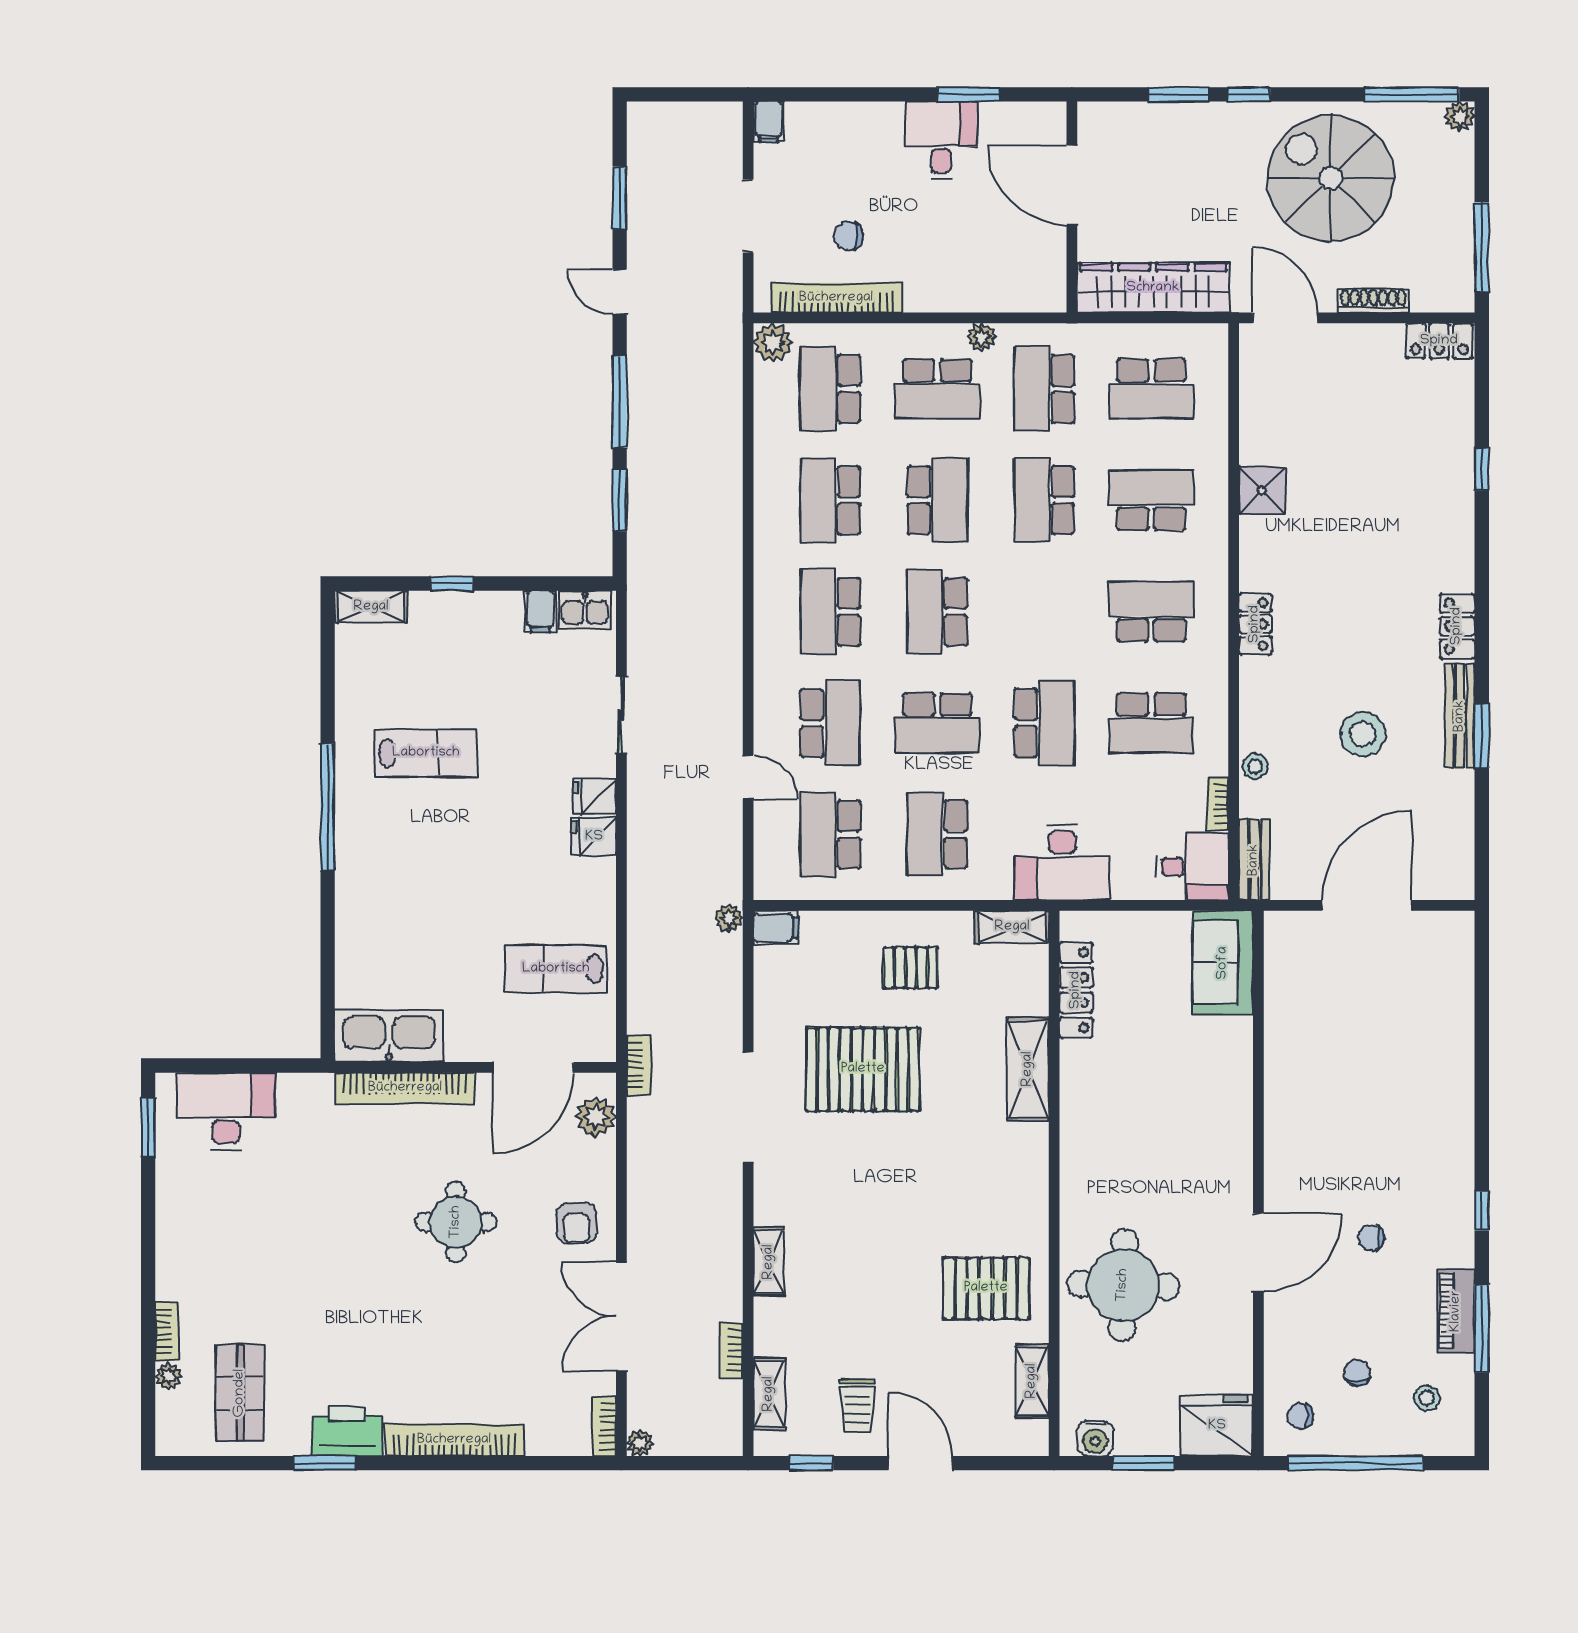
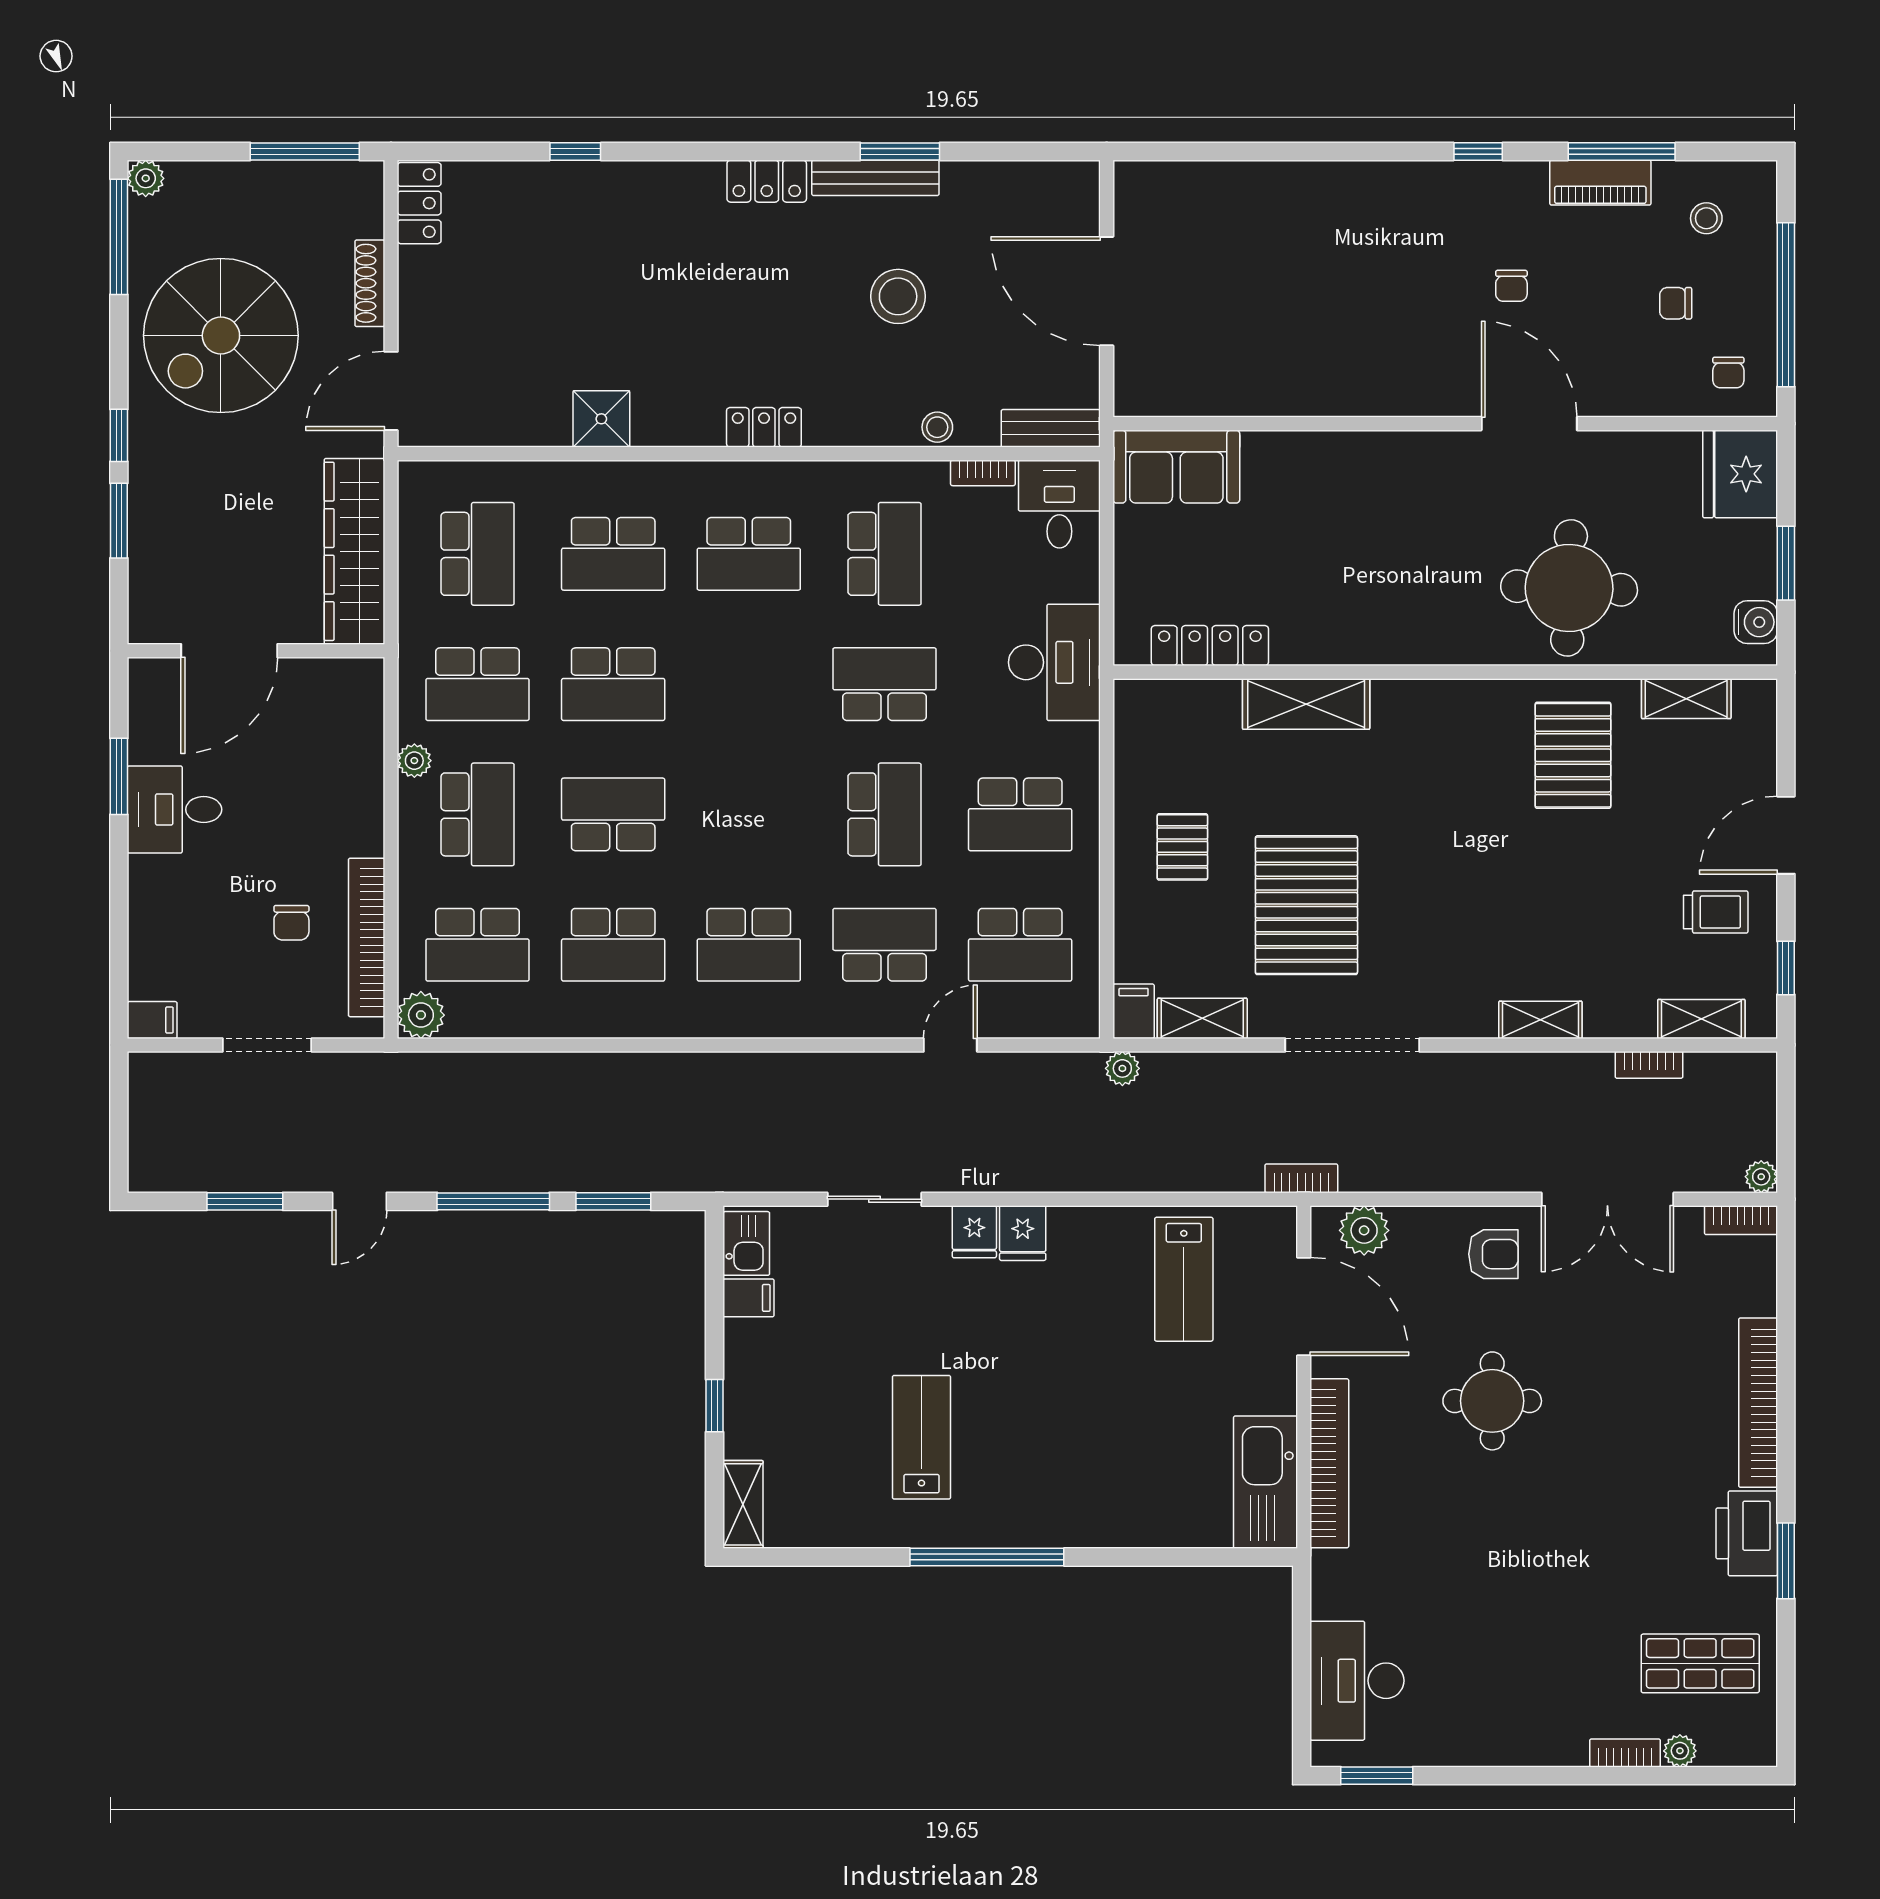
school desk: (1151, 500) -> (613, 554), turned -90
school desk: (937, 612) -> (749, 814), removed
school desk: (1151, 612) -> (749, 554), turned -90
shelving: (1012, 927) -> (1202, 1018), moved, turned 90

